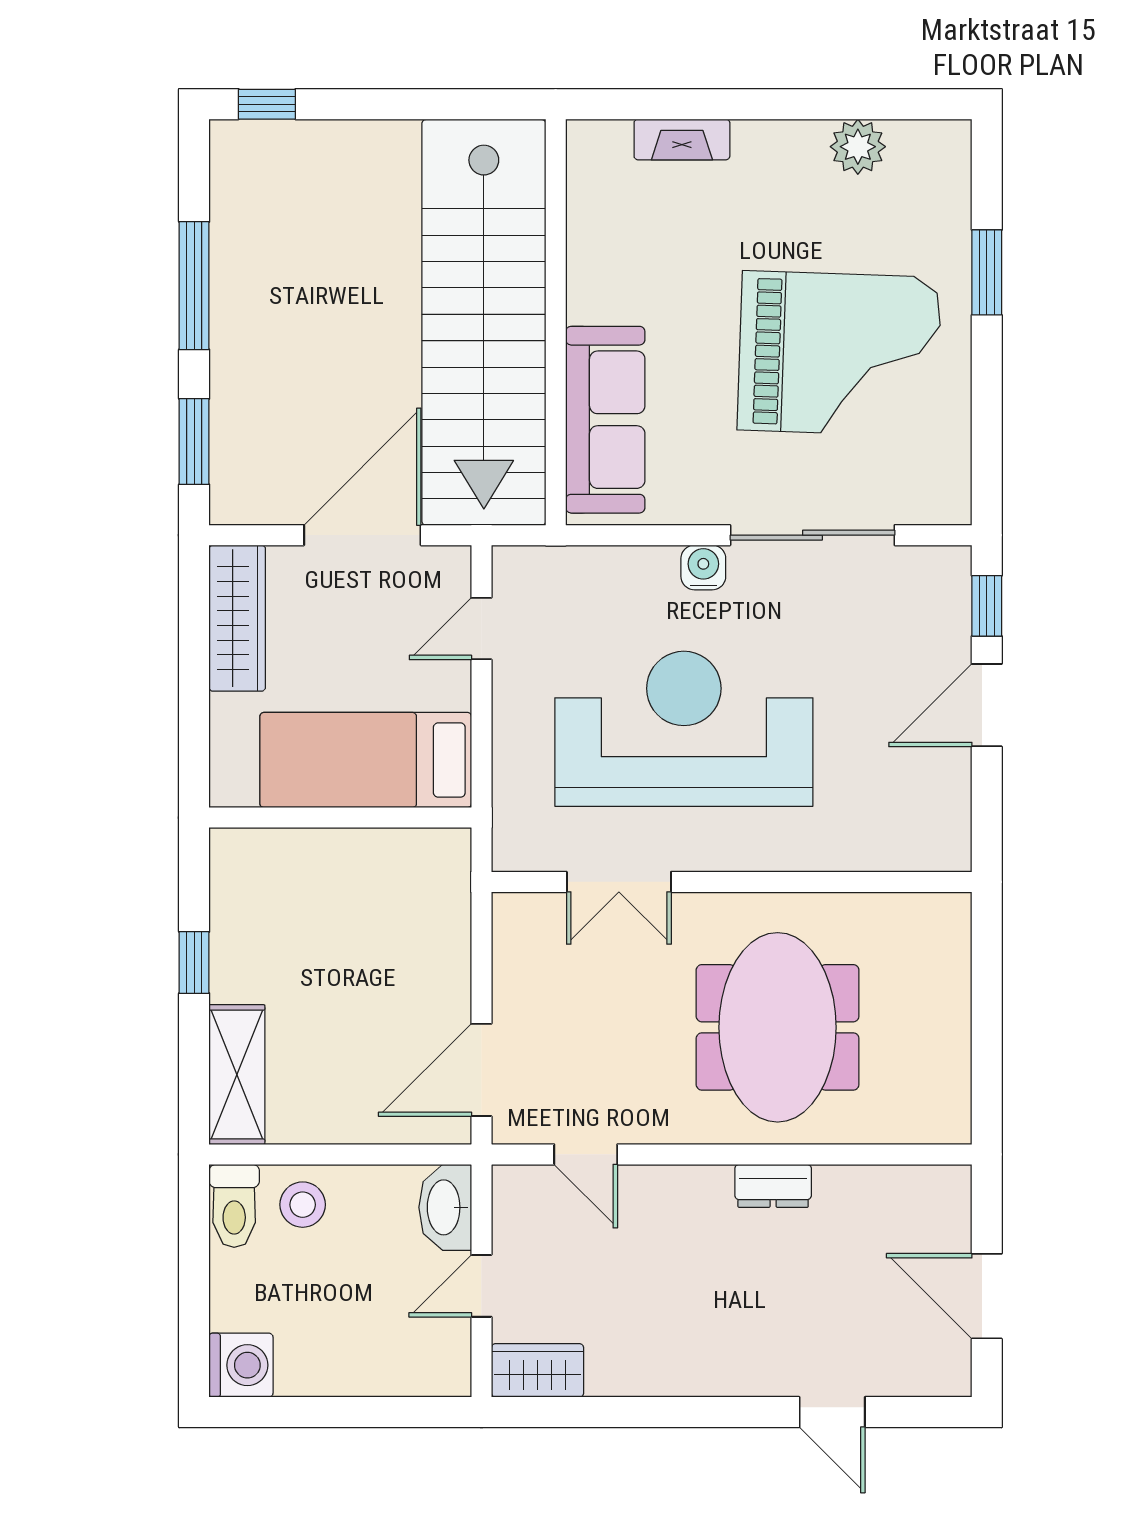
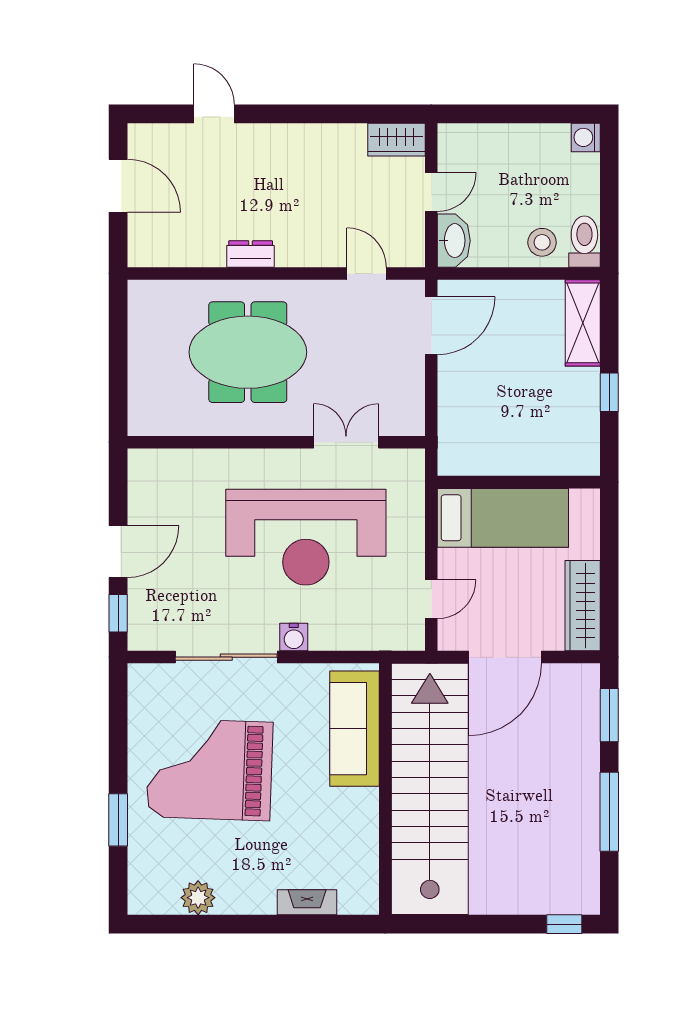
meeting table: (778, 1027) -> (248, 352), turned 90
washing machine: (241, 1365) -> (586, 137), width x0.73, depth x0.73

